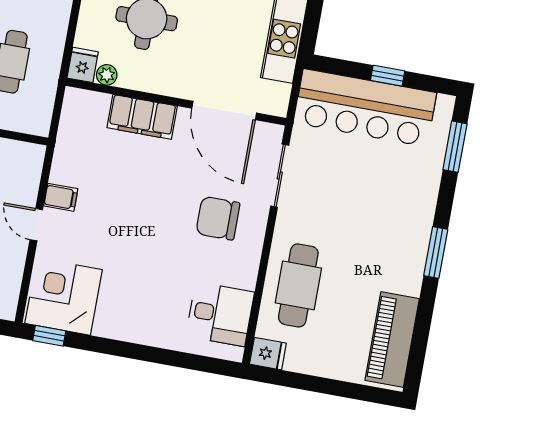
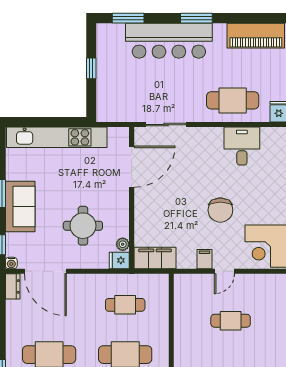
bar counter: (365, 108) -> (169, 41), moved, turned 90
filing cabinet: (142, 117) -> (155, 258), moved, turned -90
chair: (218, 218) -> (220, 210), moved
desk: (220, 314) -> (242, 146), moved

